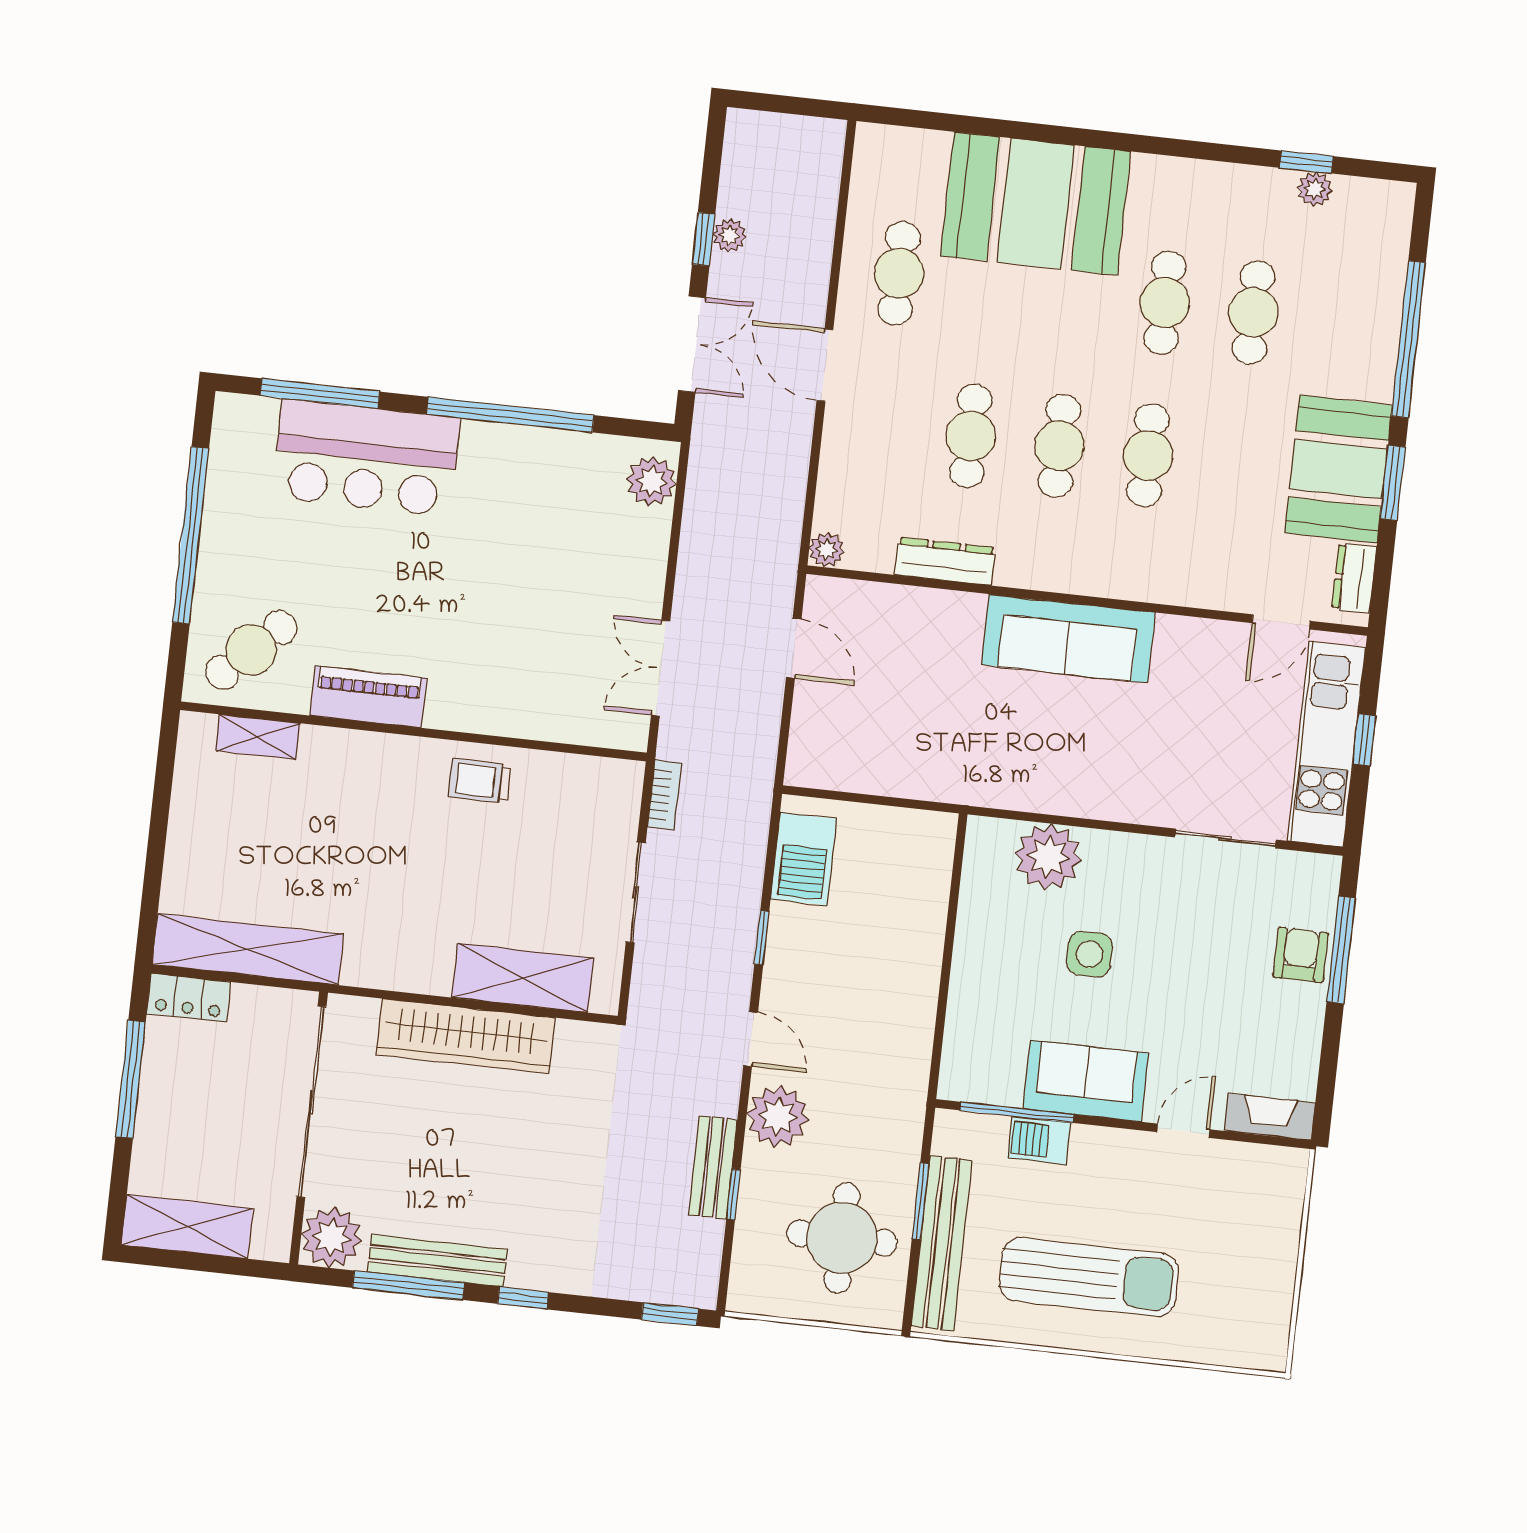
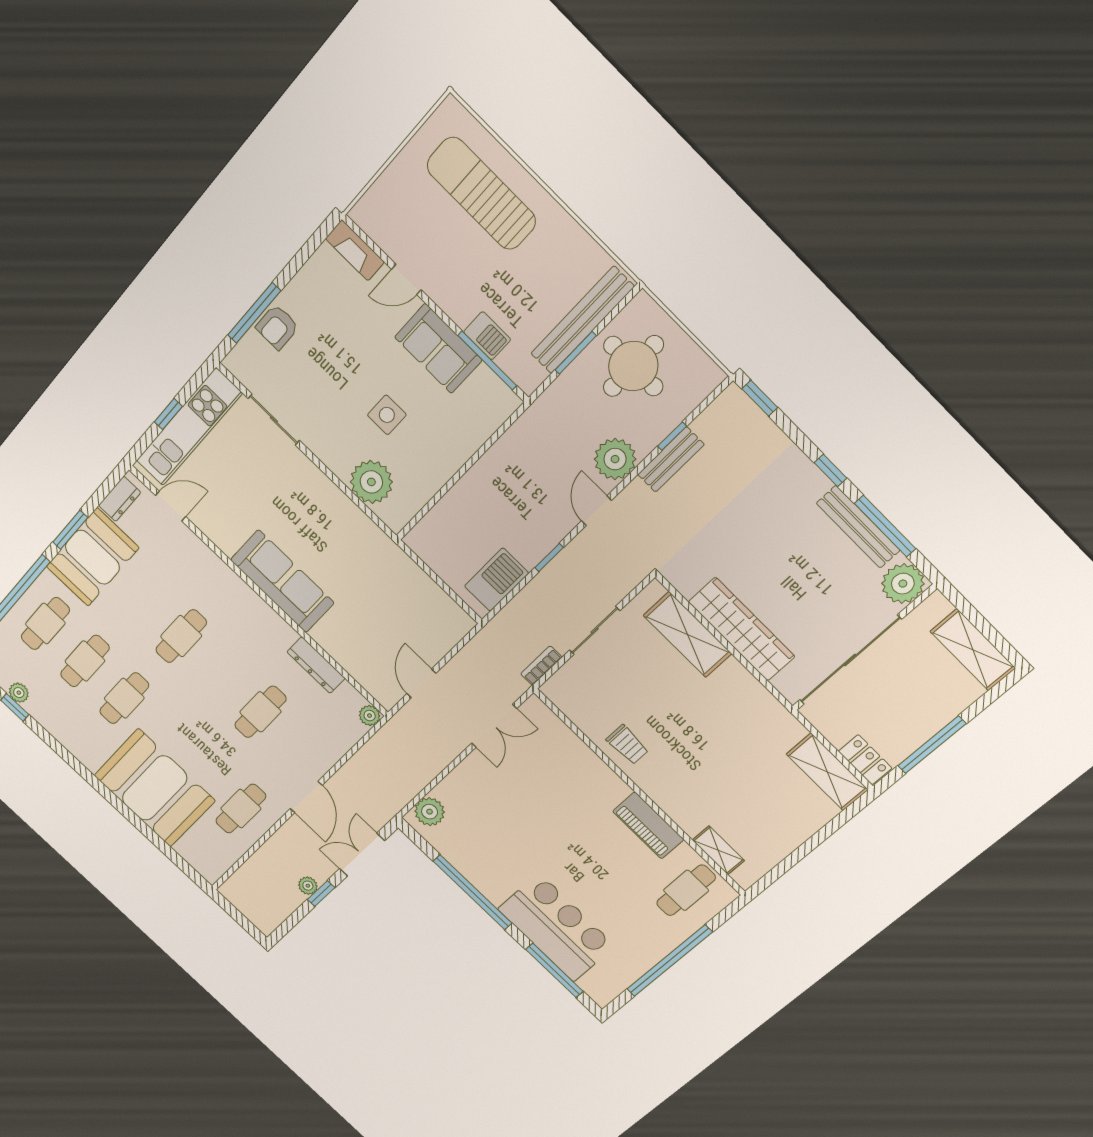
cafe table: (1059, 446) -> (45, 624), moved
cafe table: (251, 650) -> (686, 890), turned -46
shelving: (248, 949) -> (827, 772), width x0.68
sun lounger: (1089, 1277) -> (481, 193), moved

